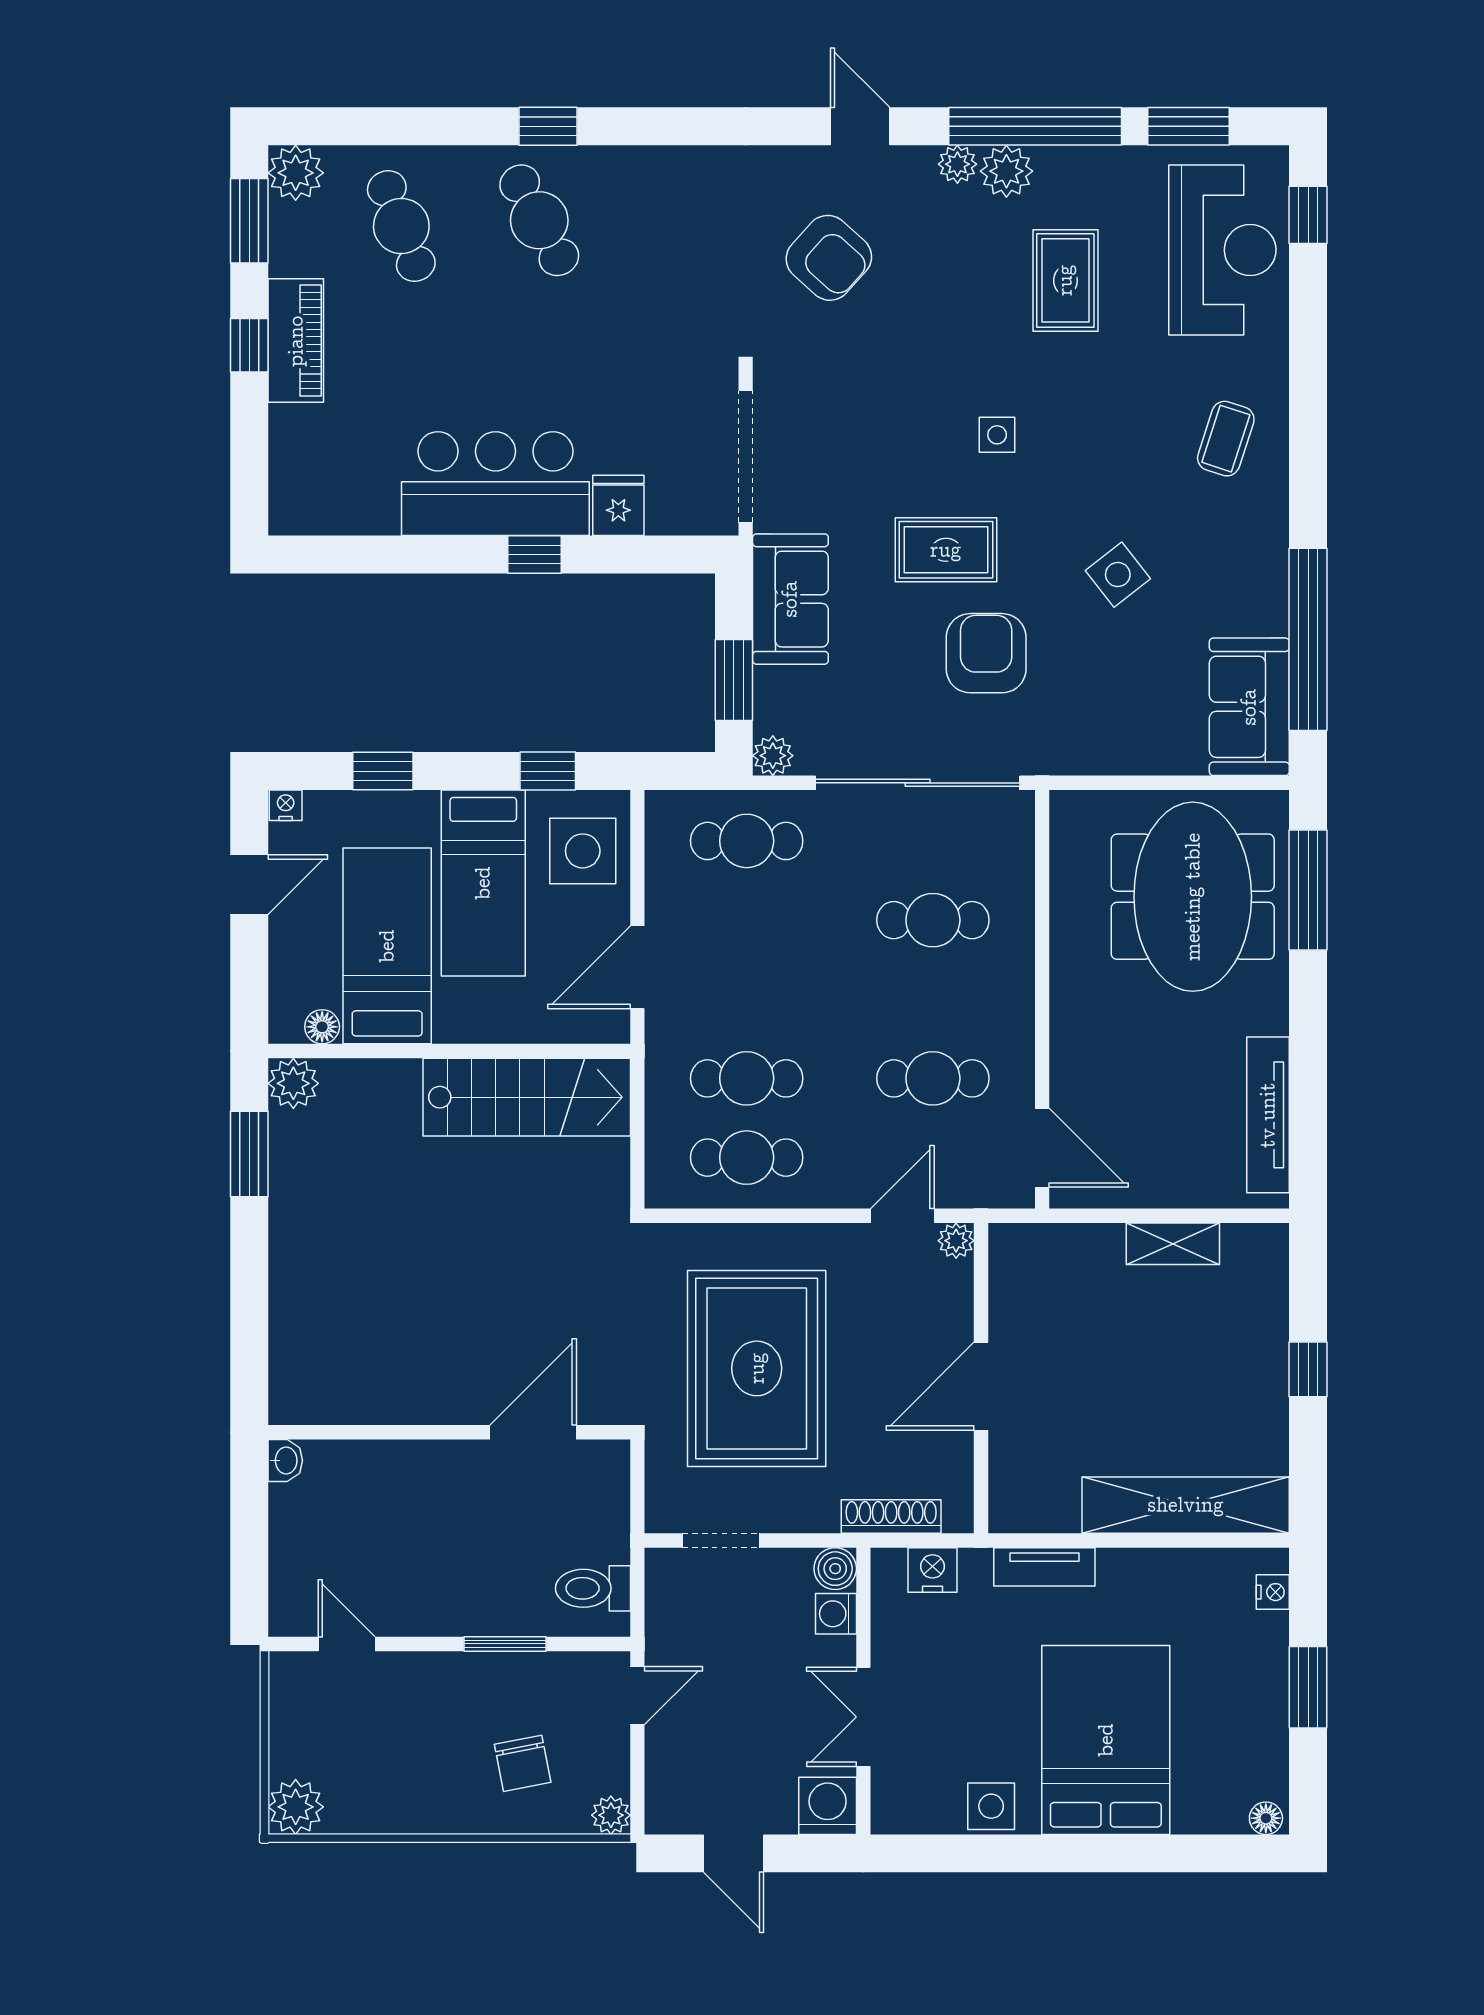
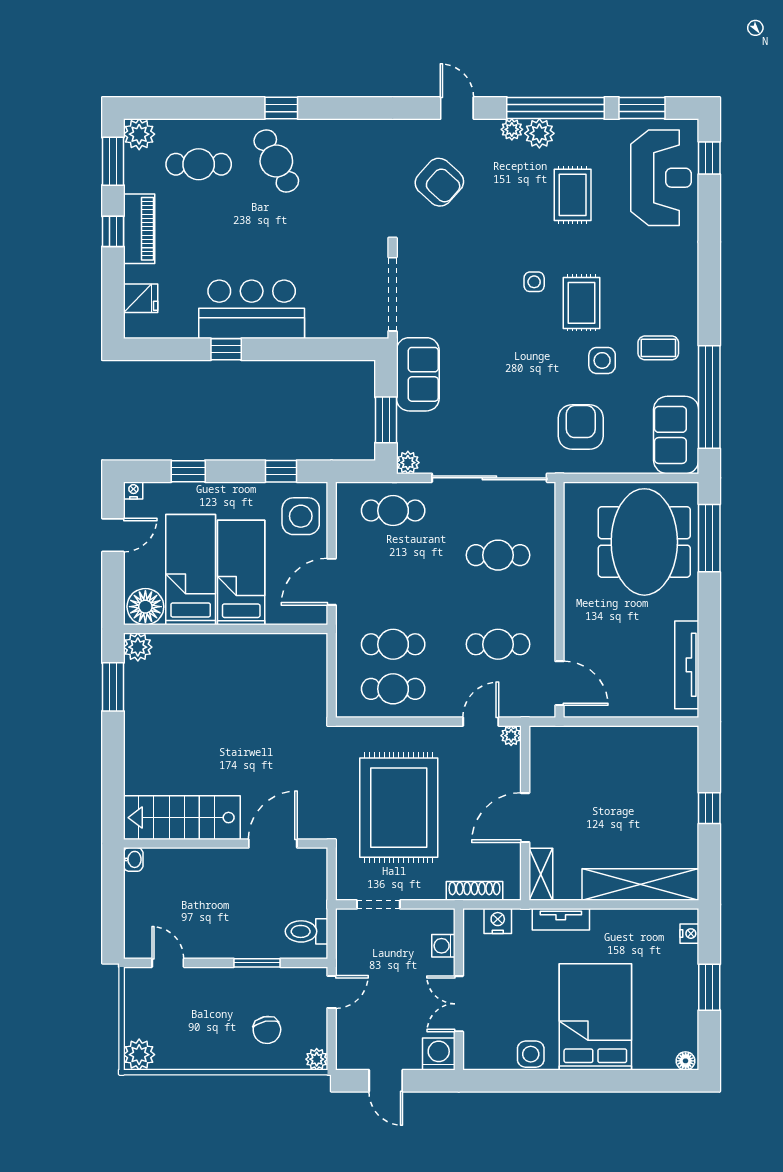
cafe table: (401, 226) -> (199, 164), turned -69
coffee table: (1226, 439) -> (658, 348), moved, turned 72
fridge: (618, 505) -> (141, 298), moved, turned 90
rug: (946, 550) -> (582, 303), moved, turned 90
window: (535, 555) -> (226, 349), moved
side table: (1118, 575) -> (602, 360), turned 38
armchair: (986, 653) -> (581, 427), moved
bed: (483, 883) -> (241, 572), moved, turned 180
floor lamp: (322, 1027) -> (145, 607), width x1.89, depth x1.89
stairs: (527, 1097) -> (182, 818), moved, turned 180
shelving: (1173, 1244) -> (541, 874), moved, turned 90
boiler: (835, 1569) -> (443, 920), removed

